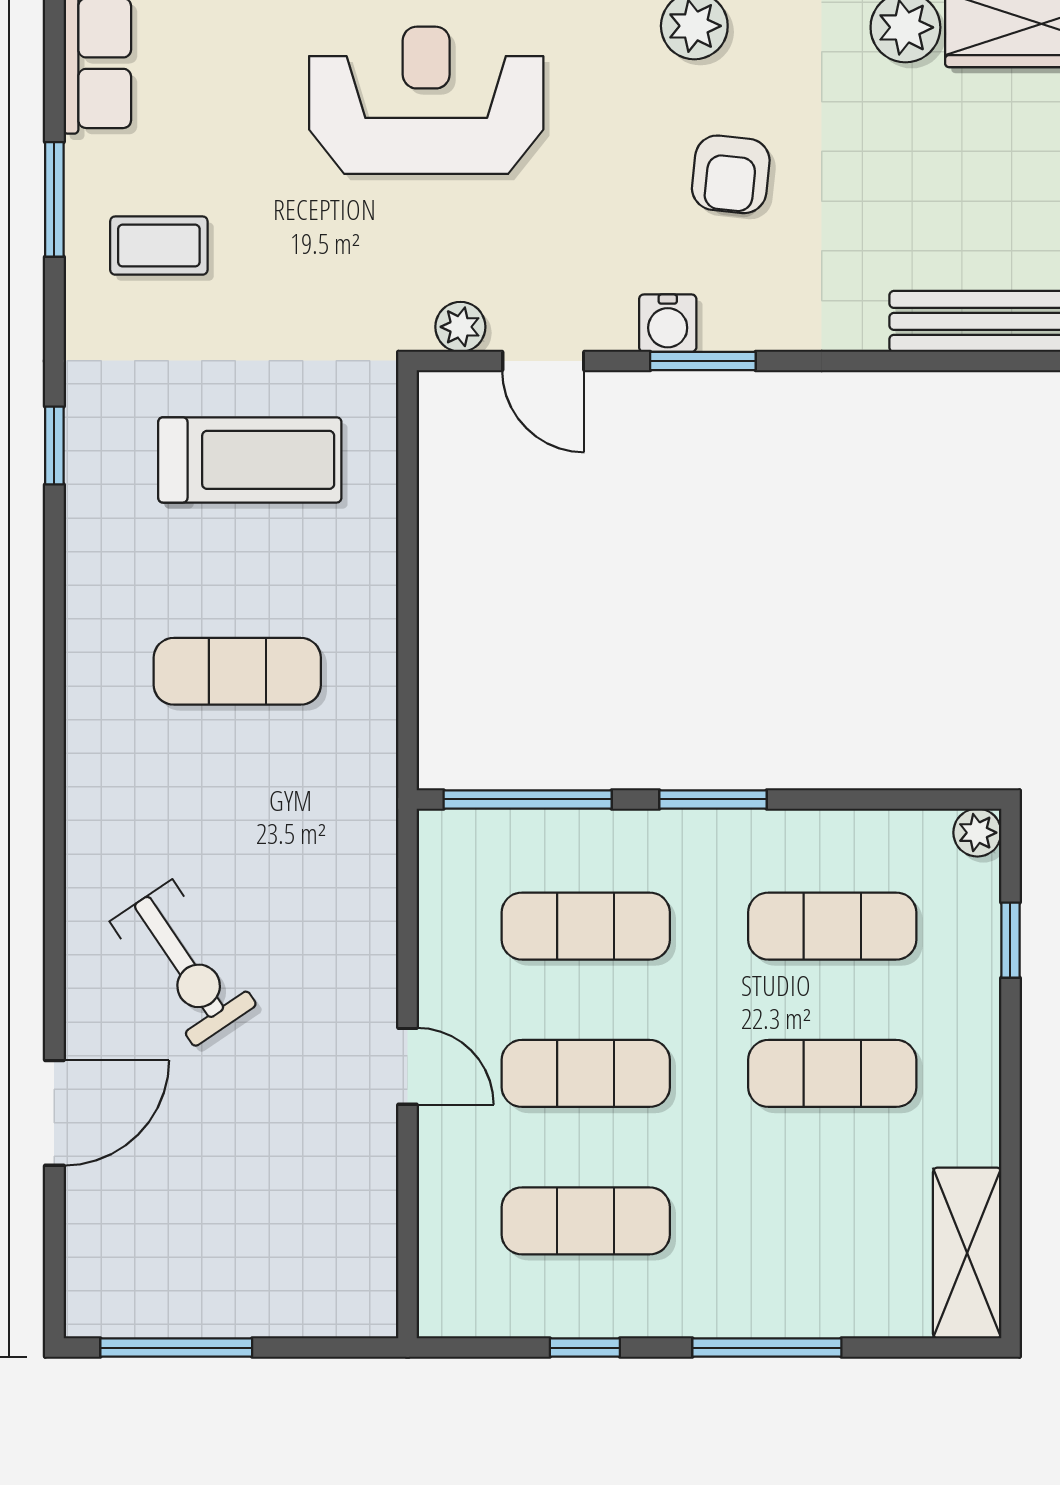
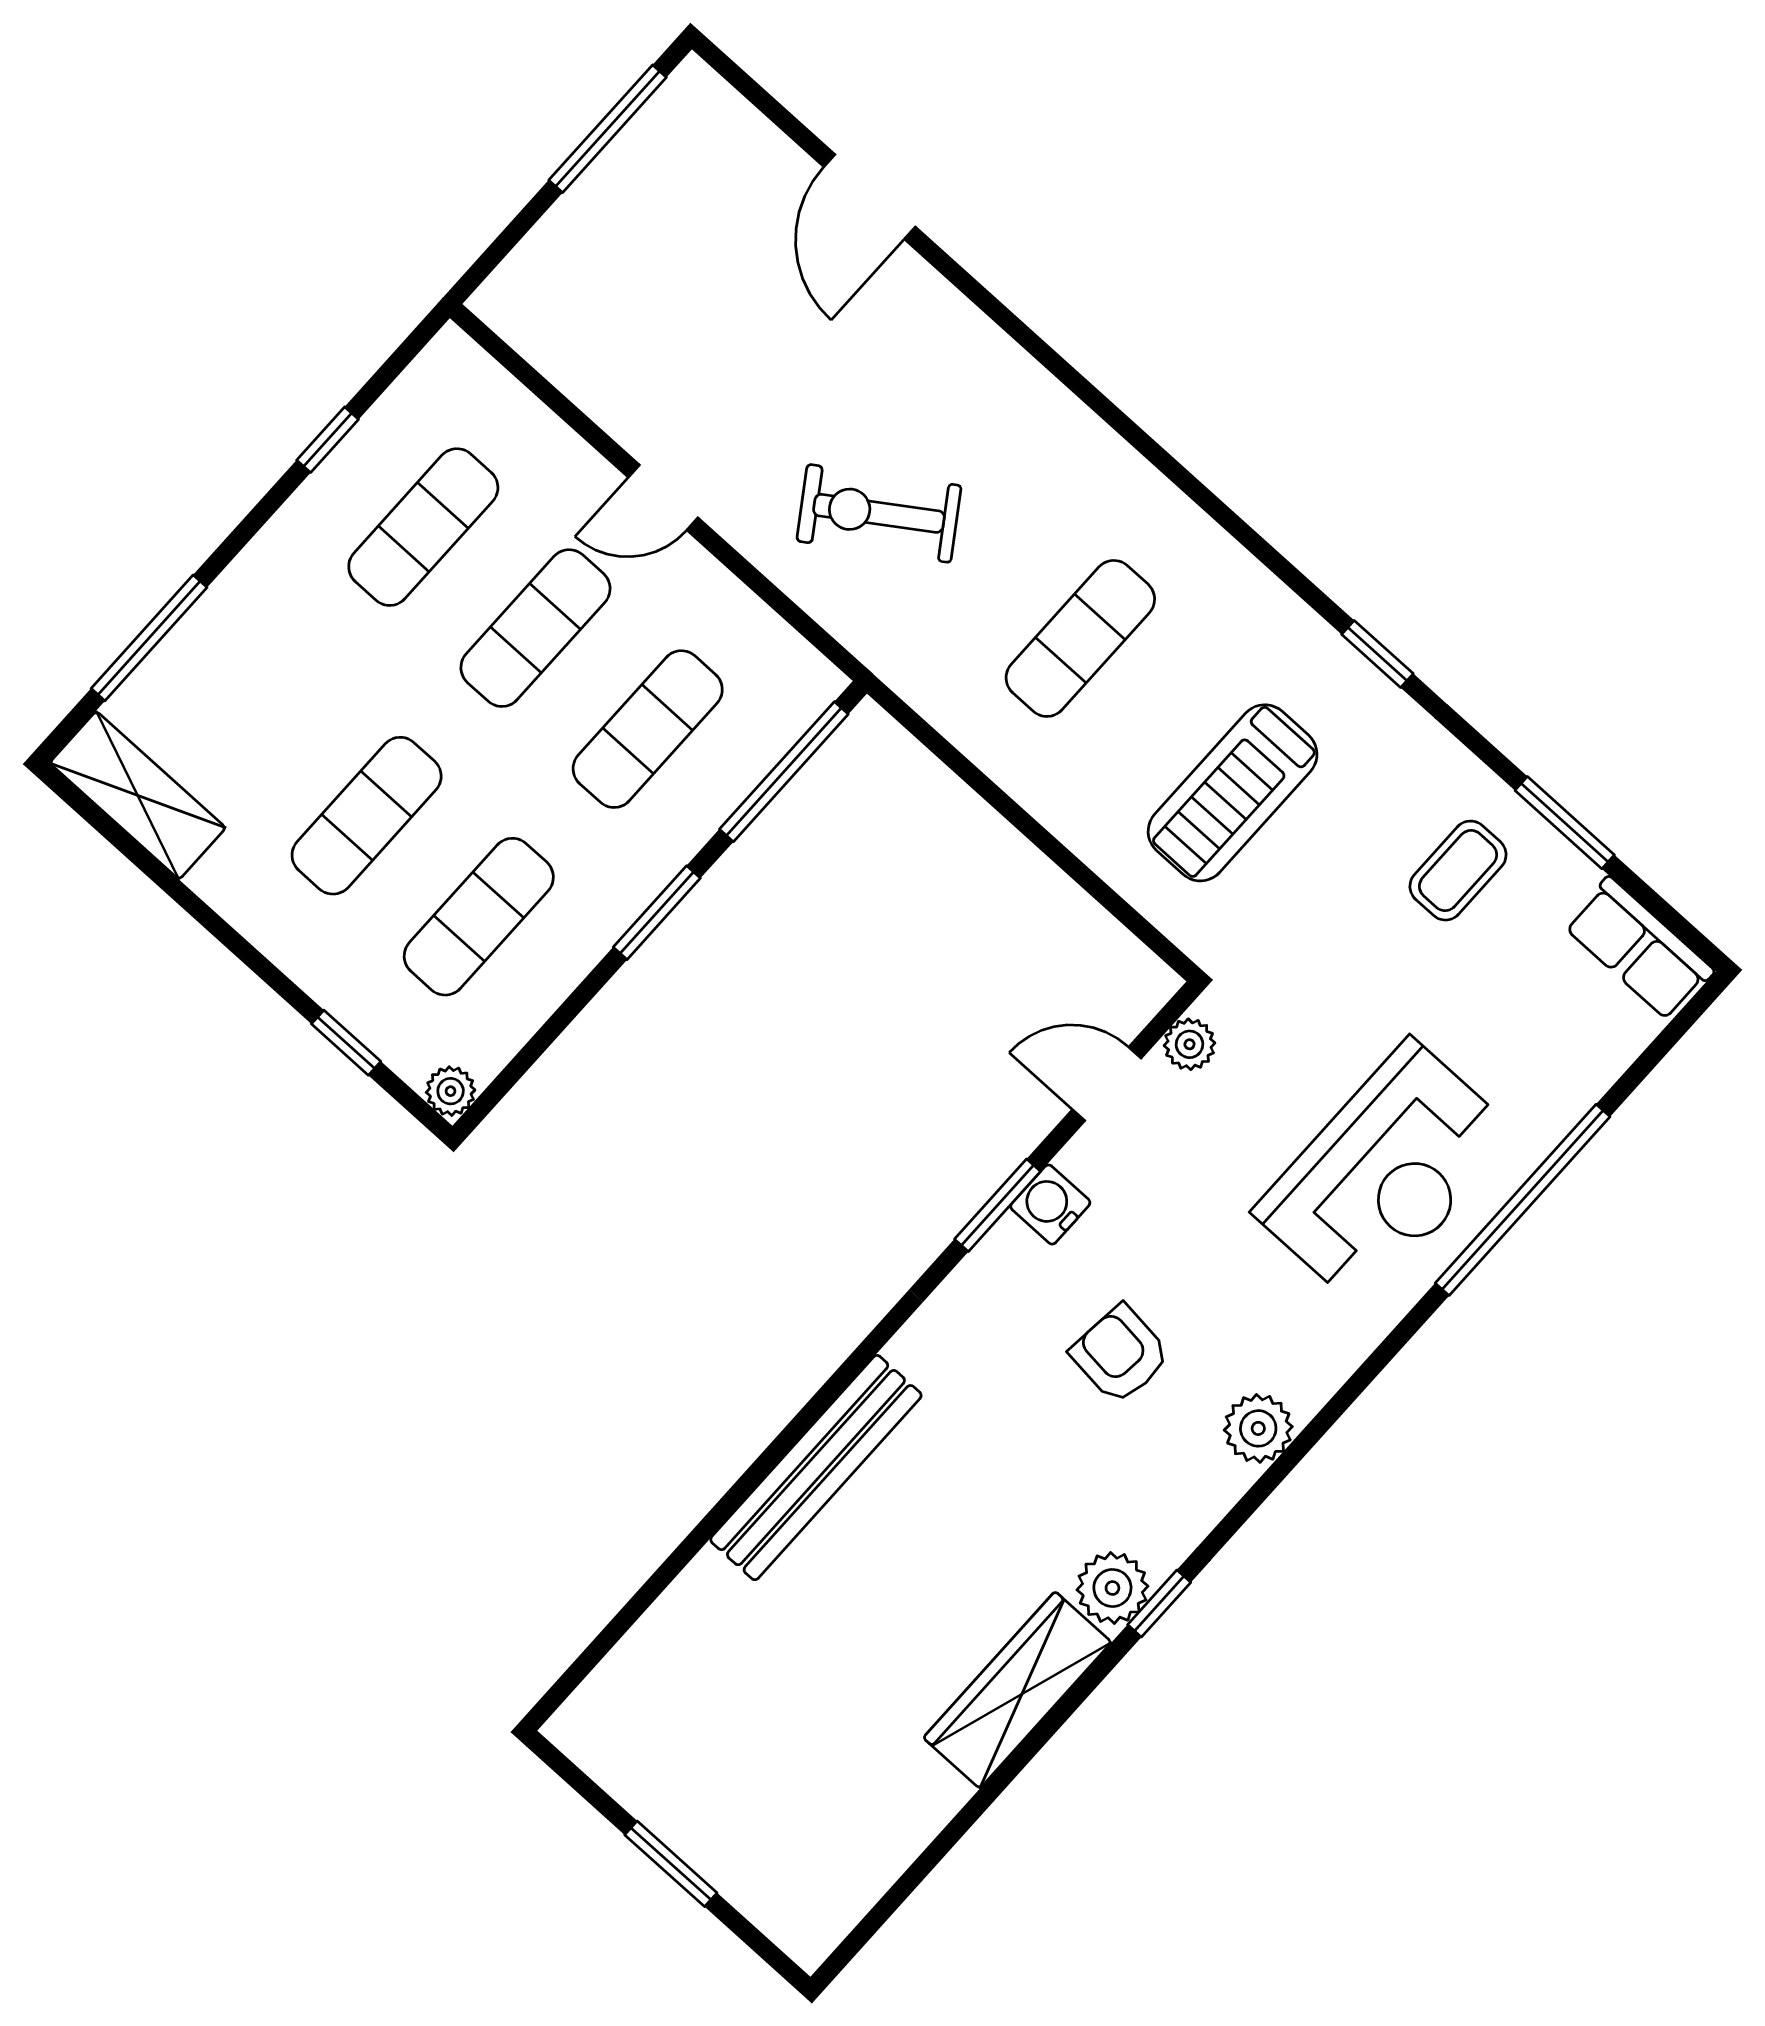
exercise bike: (183, 963) -> (879, 513), moved
window: (767, 1348) -> (149, 638), moved

